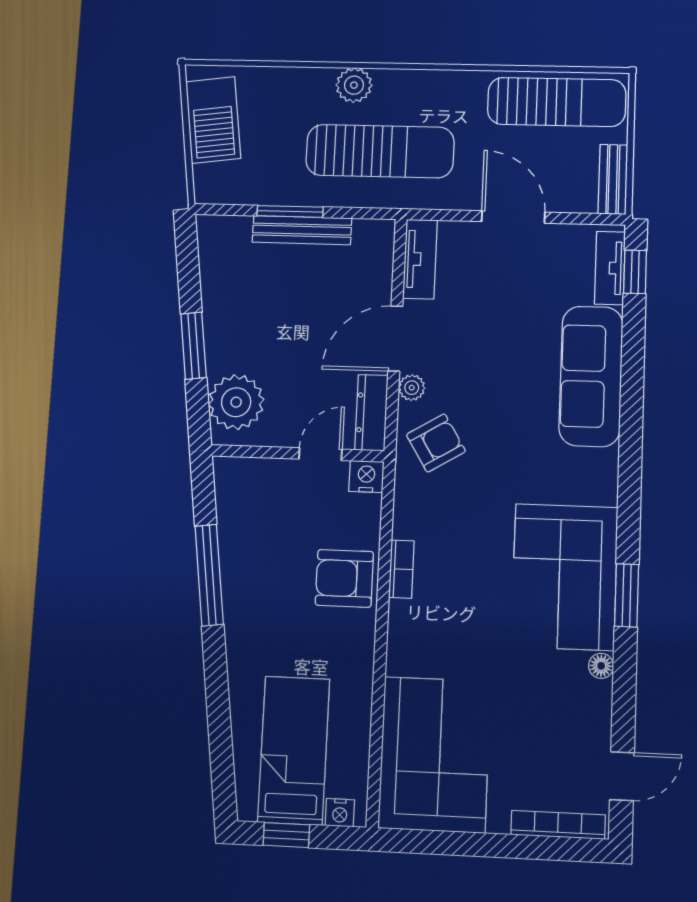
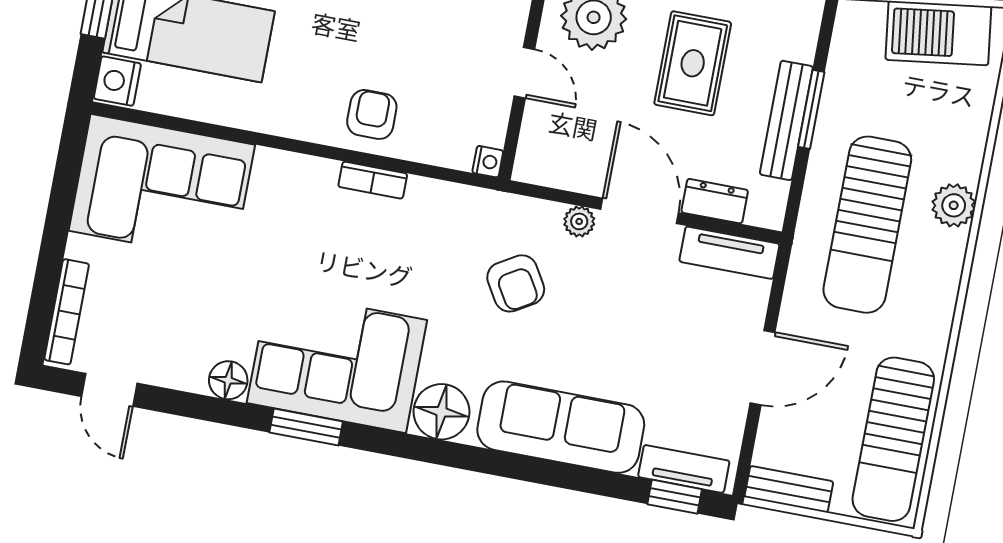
rug: (264, 314) -> (693, 63), added
dresser: (371, 413) -> (715, 201), moved, width x0.70
armchair: (436, 443) -> (516, 283), moved
door: (320, 454) -> (524, 73), moved
nightstand: (366, 477) -> (488, 162), width x0.72, depth x0.74
floor lamp: (594, 480) -> (441, 412), added
armchair: (344, 578) -> (372, 114), width x0.72, depth x0.72
floor lamp: (601, 666) -> (228, 380), width x1.37, depth x1.37
nightstand: (340, 813) -> (117, 81), width x1.39, depth x1.35

